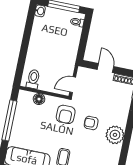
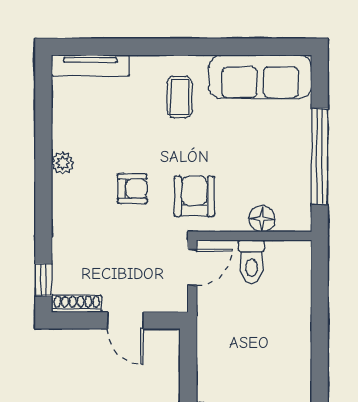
toilet: (33, 79) -> (251, 261), moved
plant: (115, 135) -> (63, 163), width x0.53, depth x0.53

